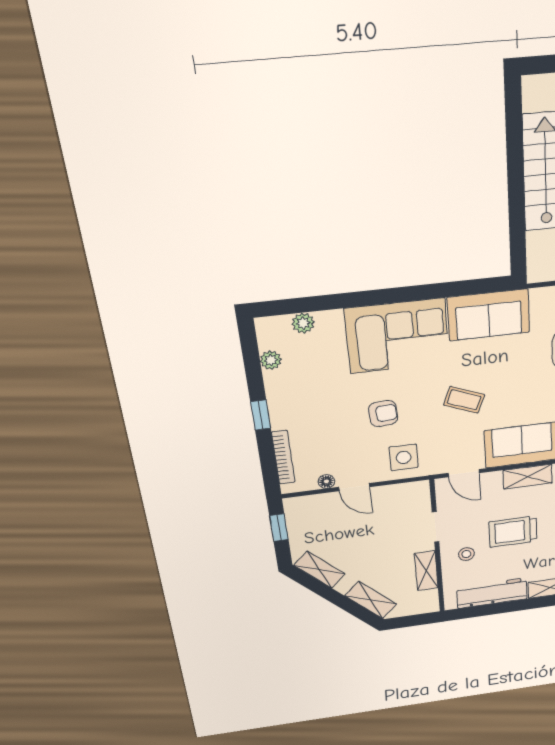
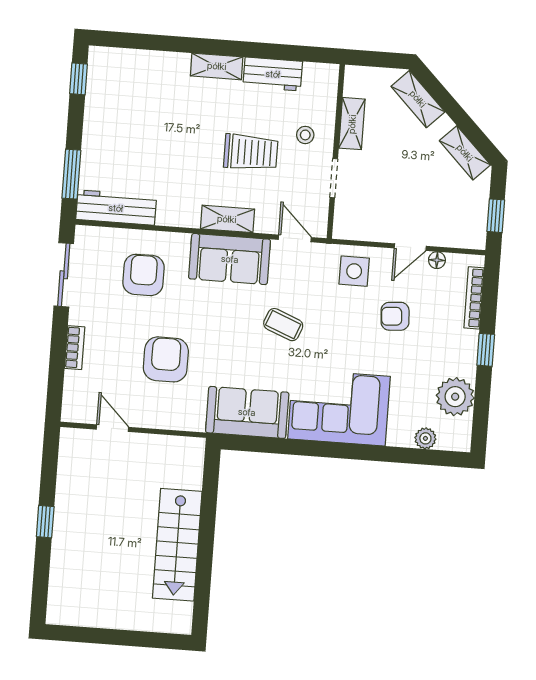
plant: (271, 360) -> (455, 397), width x1.88, depth x1.88
armchair: (383, 414) -> (395, 316), moved
door: (354, 487) -> (410, 247), swing flipped
workbench: (492, 593) -> (273, 74), width x0.73

